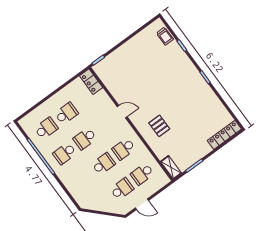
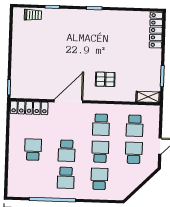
locker: (91, 82) -> (29, 108), width x1.53
door: (122, 112) -> (68, 101), width x1.87
school desk: (46, 128) -> (99, 179), moved

